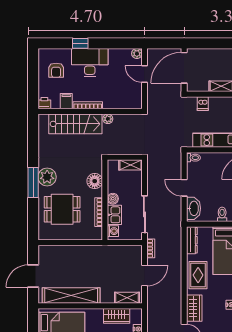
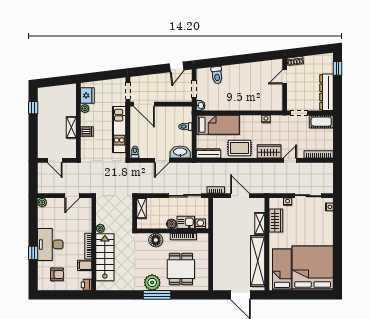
door: (184, 68) -> (55, 160), width x0.53
door: (144, 74) -> (72, 196), moved
dishwasher: (203, 104) -> (87, 131), moved
shelving: (127, 298) -> (260, 223), moved

